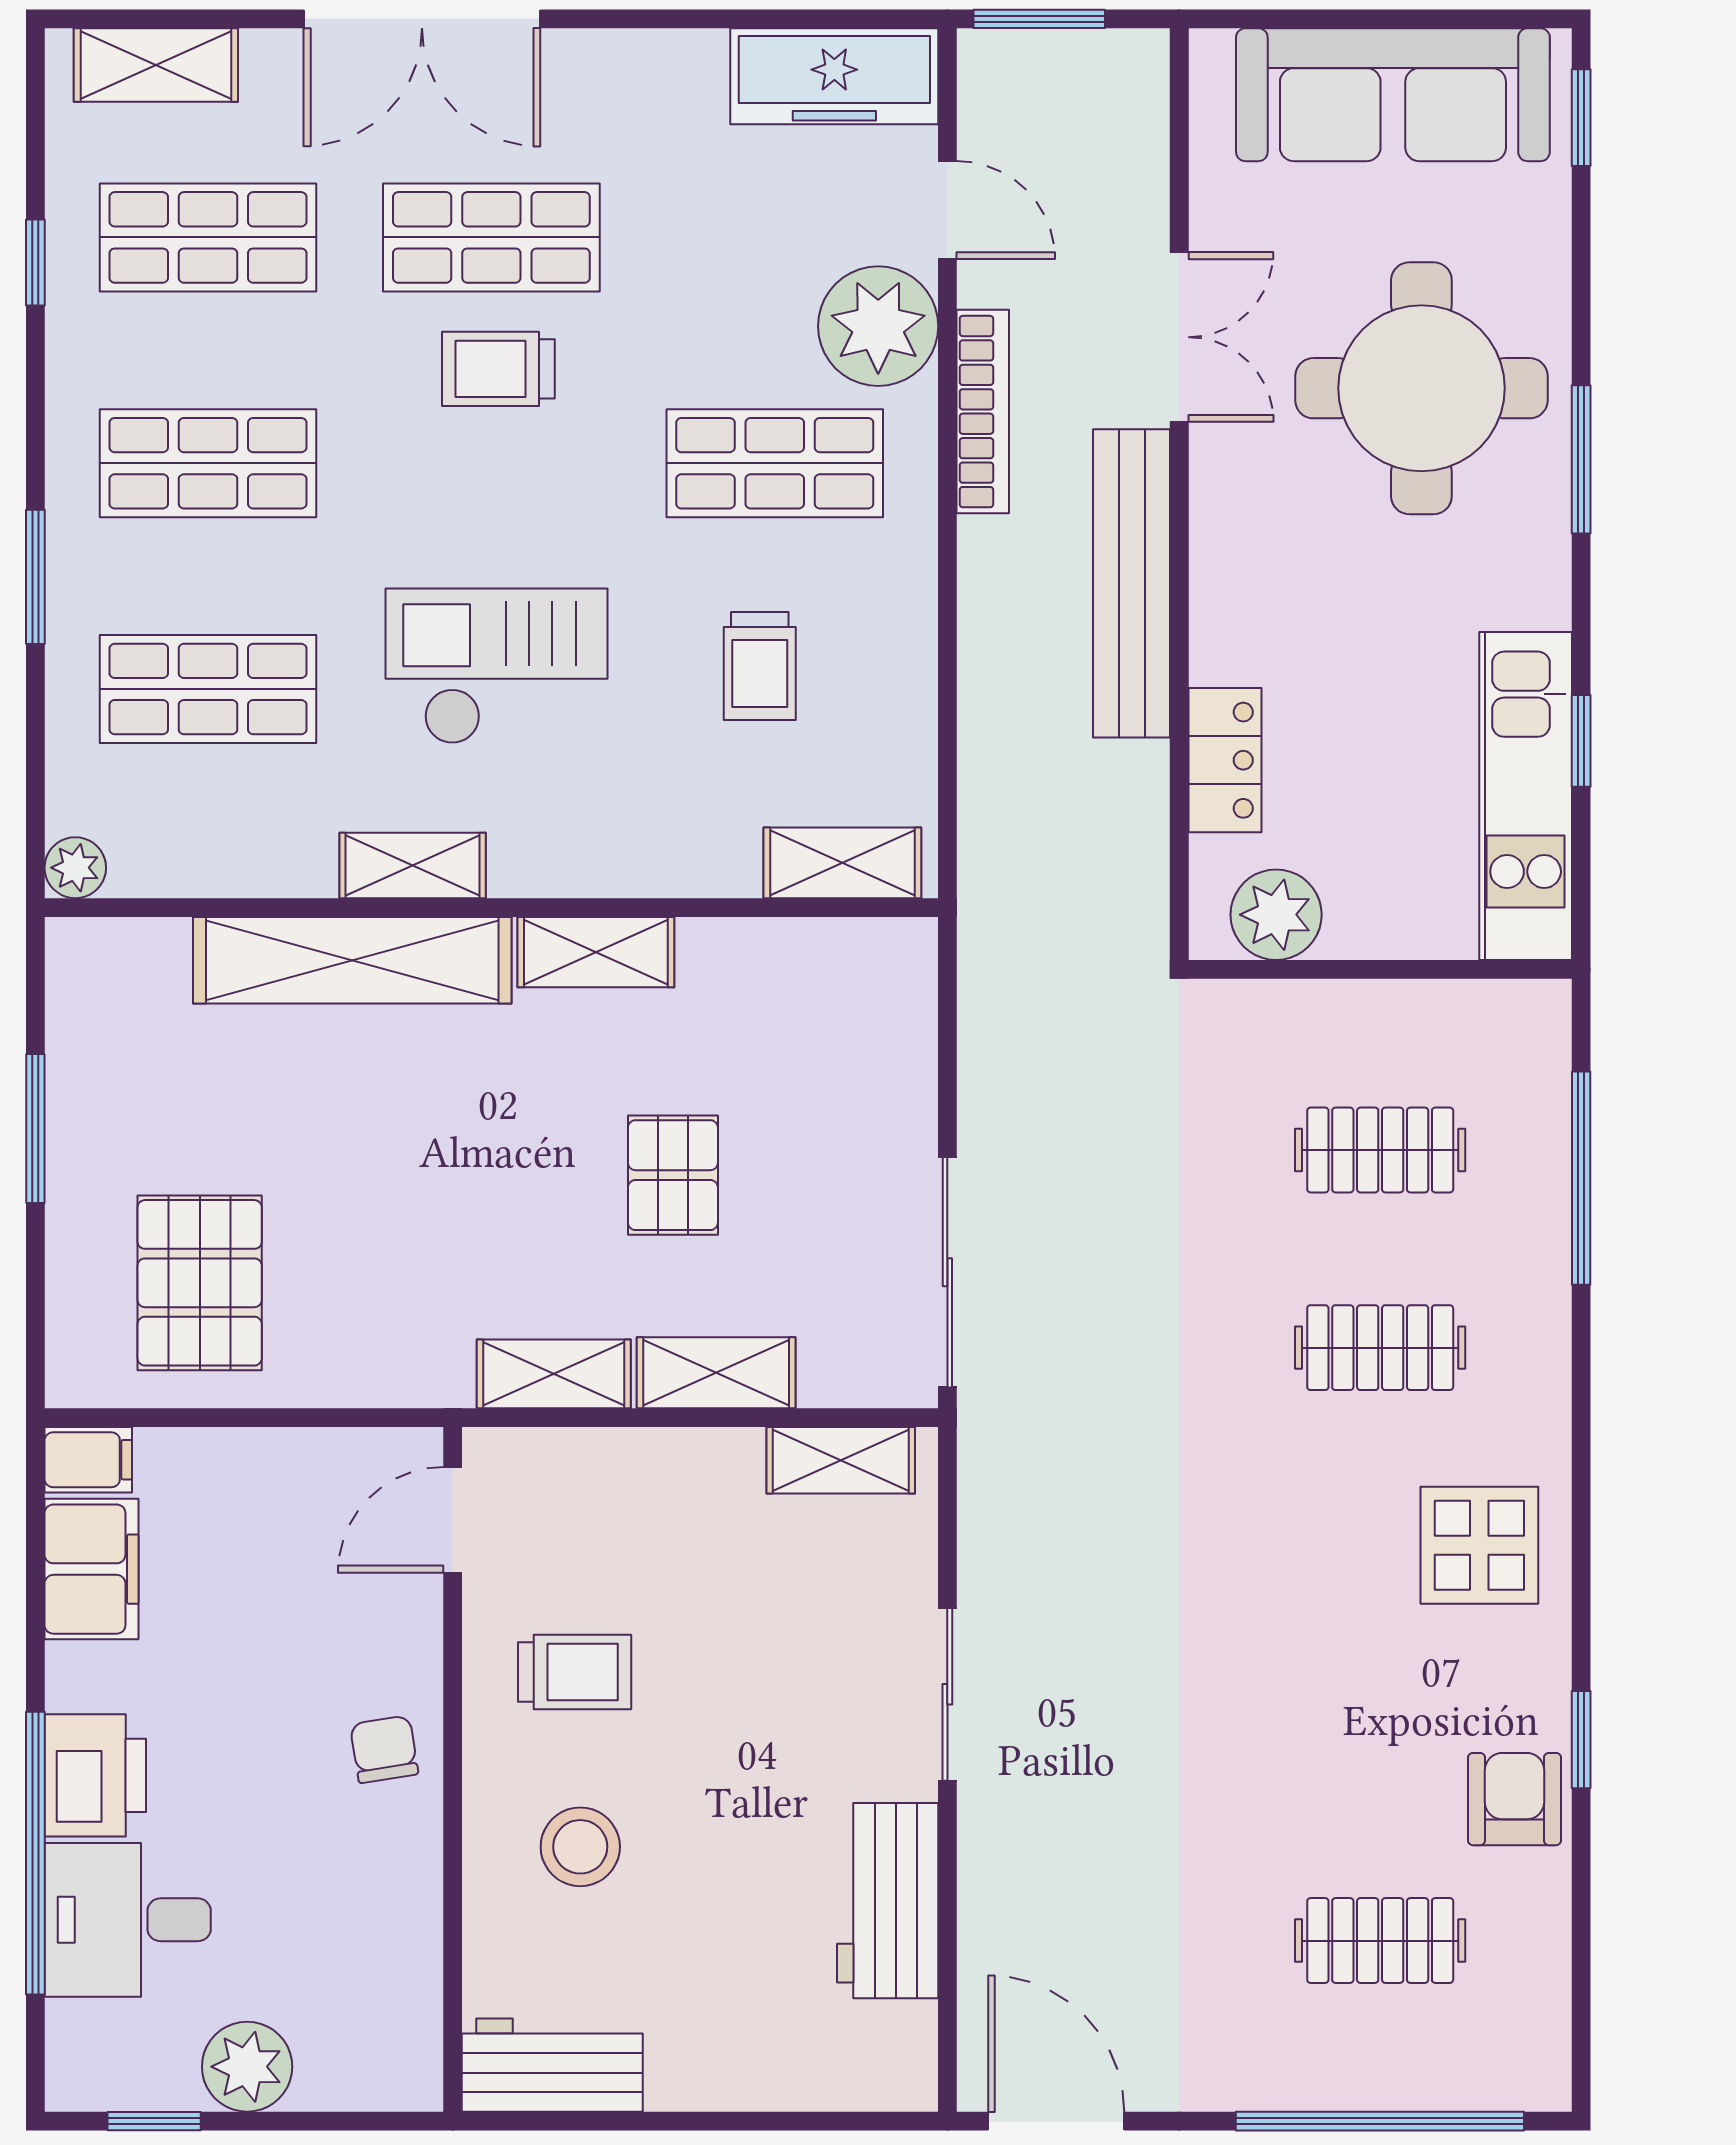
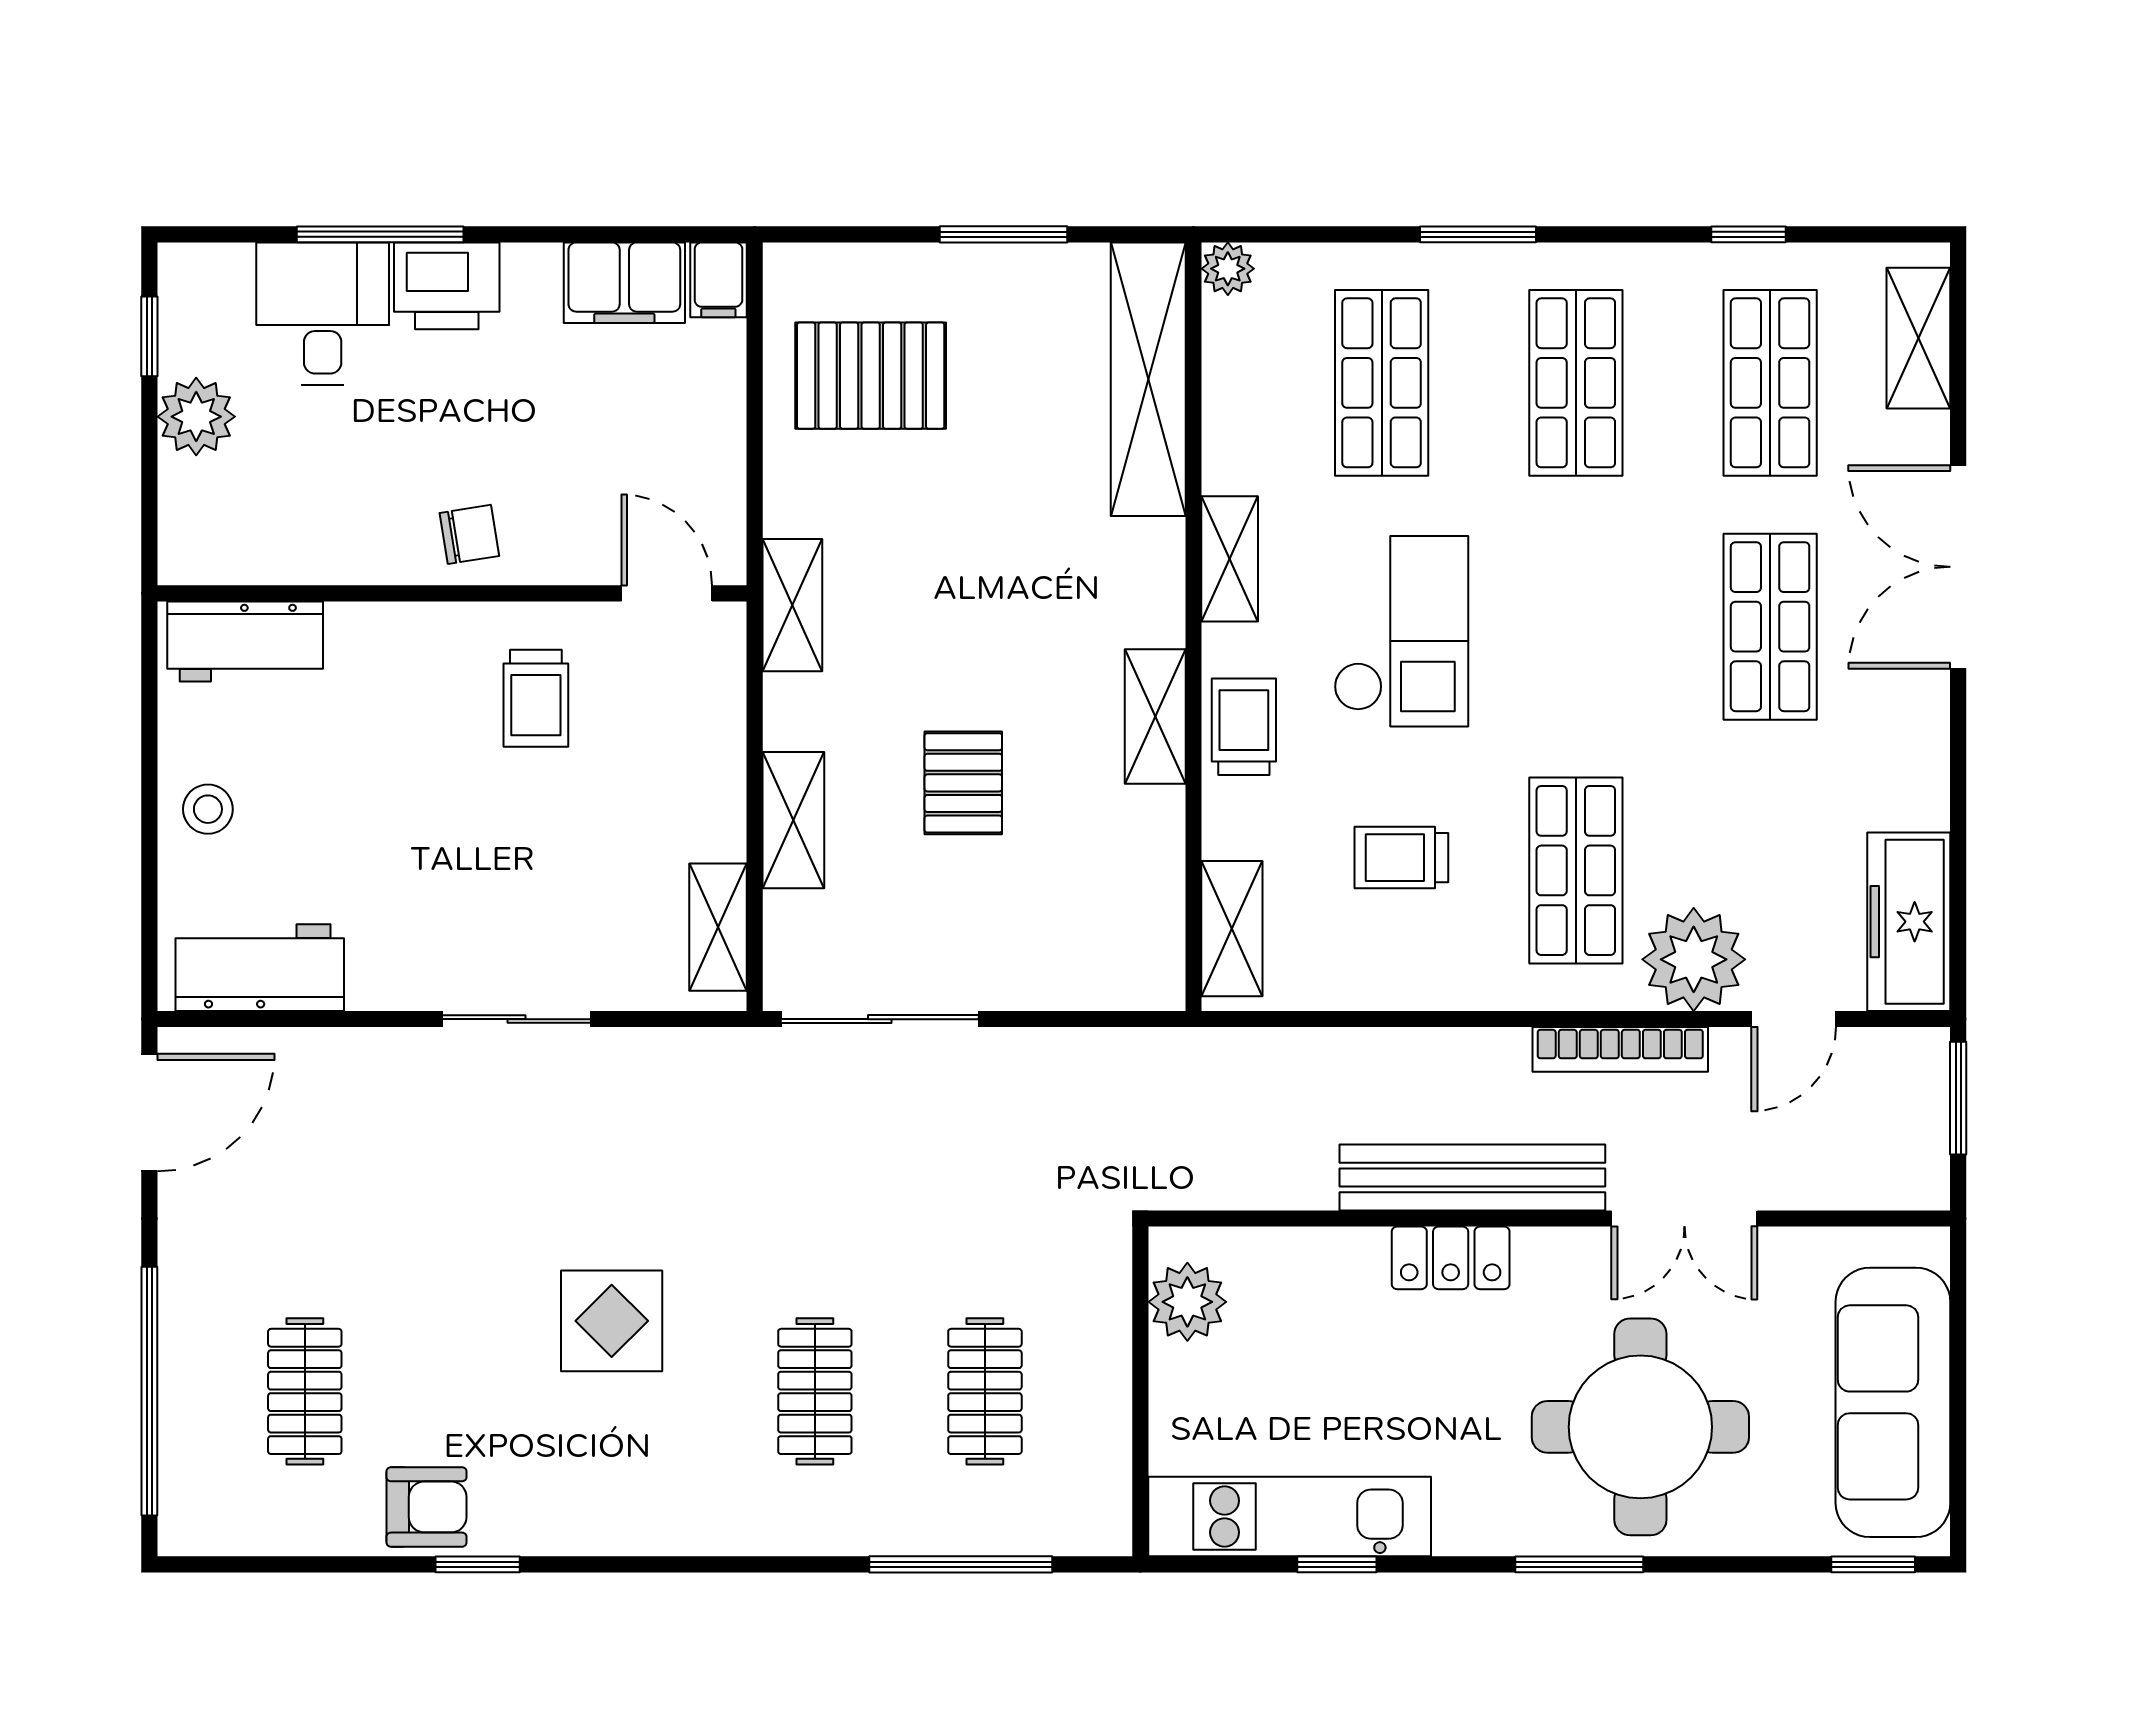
trolley: (498, 369) -> (1244, 727), moved
locker: (1225, 760) -> (1451, 1258), moved
shelving: (352, 960) -> (1148, 379), moved
pallet: (673, 1175) -> (963, 783), turned 90
shelving: (554, 1374) -> (792, 605), moved
display table: (1479, 1545) -> (612, 1321), moved
stool: (580, 1847) -> (208, 809), moved, width x0.73, depth x0.73
window: (35, 1853) -> (380, 234), width x0.68
workbench: (888, 1901) -> (260, 968), moved
workbench: (552, 2065) -> (245, 642), moved, turned 90

